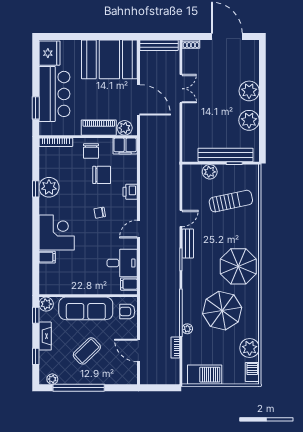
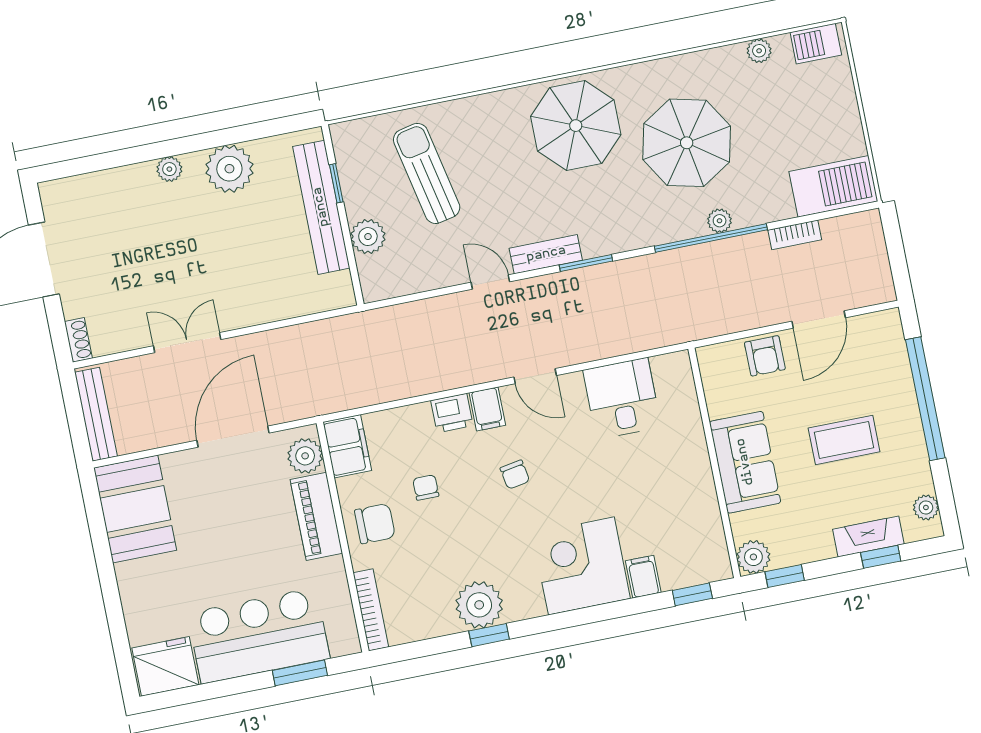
booth: (109, 59) -> (135, 509), width x0.73, depth x0.70
plant: (249, 91) -> (169, 169), width x0.53, depth x0.53
chair: (102, 175) -> (426, 487), width x0.54, depth x0.54
window: (36, 276) -> (692, 594), added
filing cabinet: (129, 284) -> (487, 409), moved
sofa: (86, 308) -> (745, 462), width x0.73
armchair: (127, 311) -> (765, 356), moved
plant: (187, 329) -> (720, 221), moved
fireplace: (45, 336) -> (868, 537), moved
plant: (250, 348) -> (759, 51), width x0.53, depth x0.53
coffee table: (87, 351) -> (844, 440), turned -46
barbecue: (205, 375) -> (833, 186), moved, turned 90
window: (79, 388) -> (925, 399), moved

